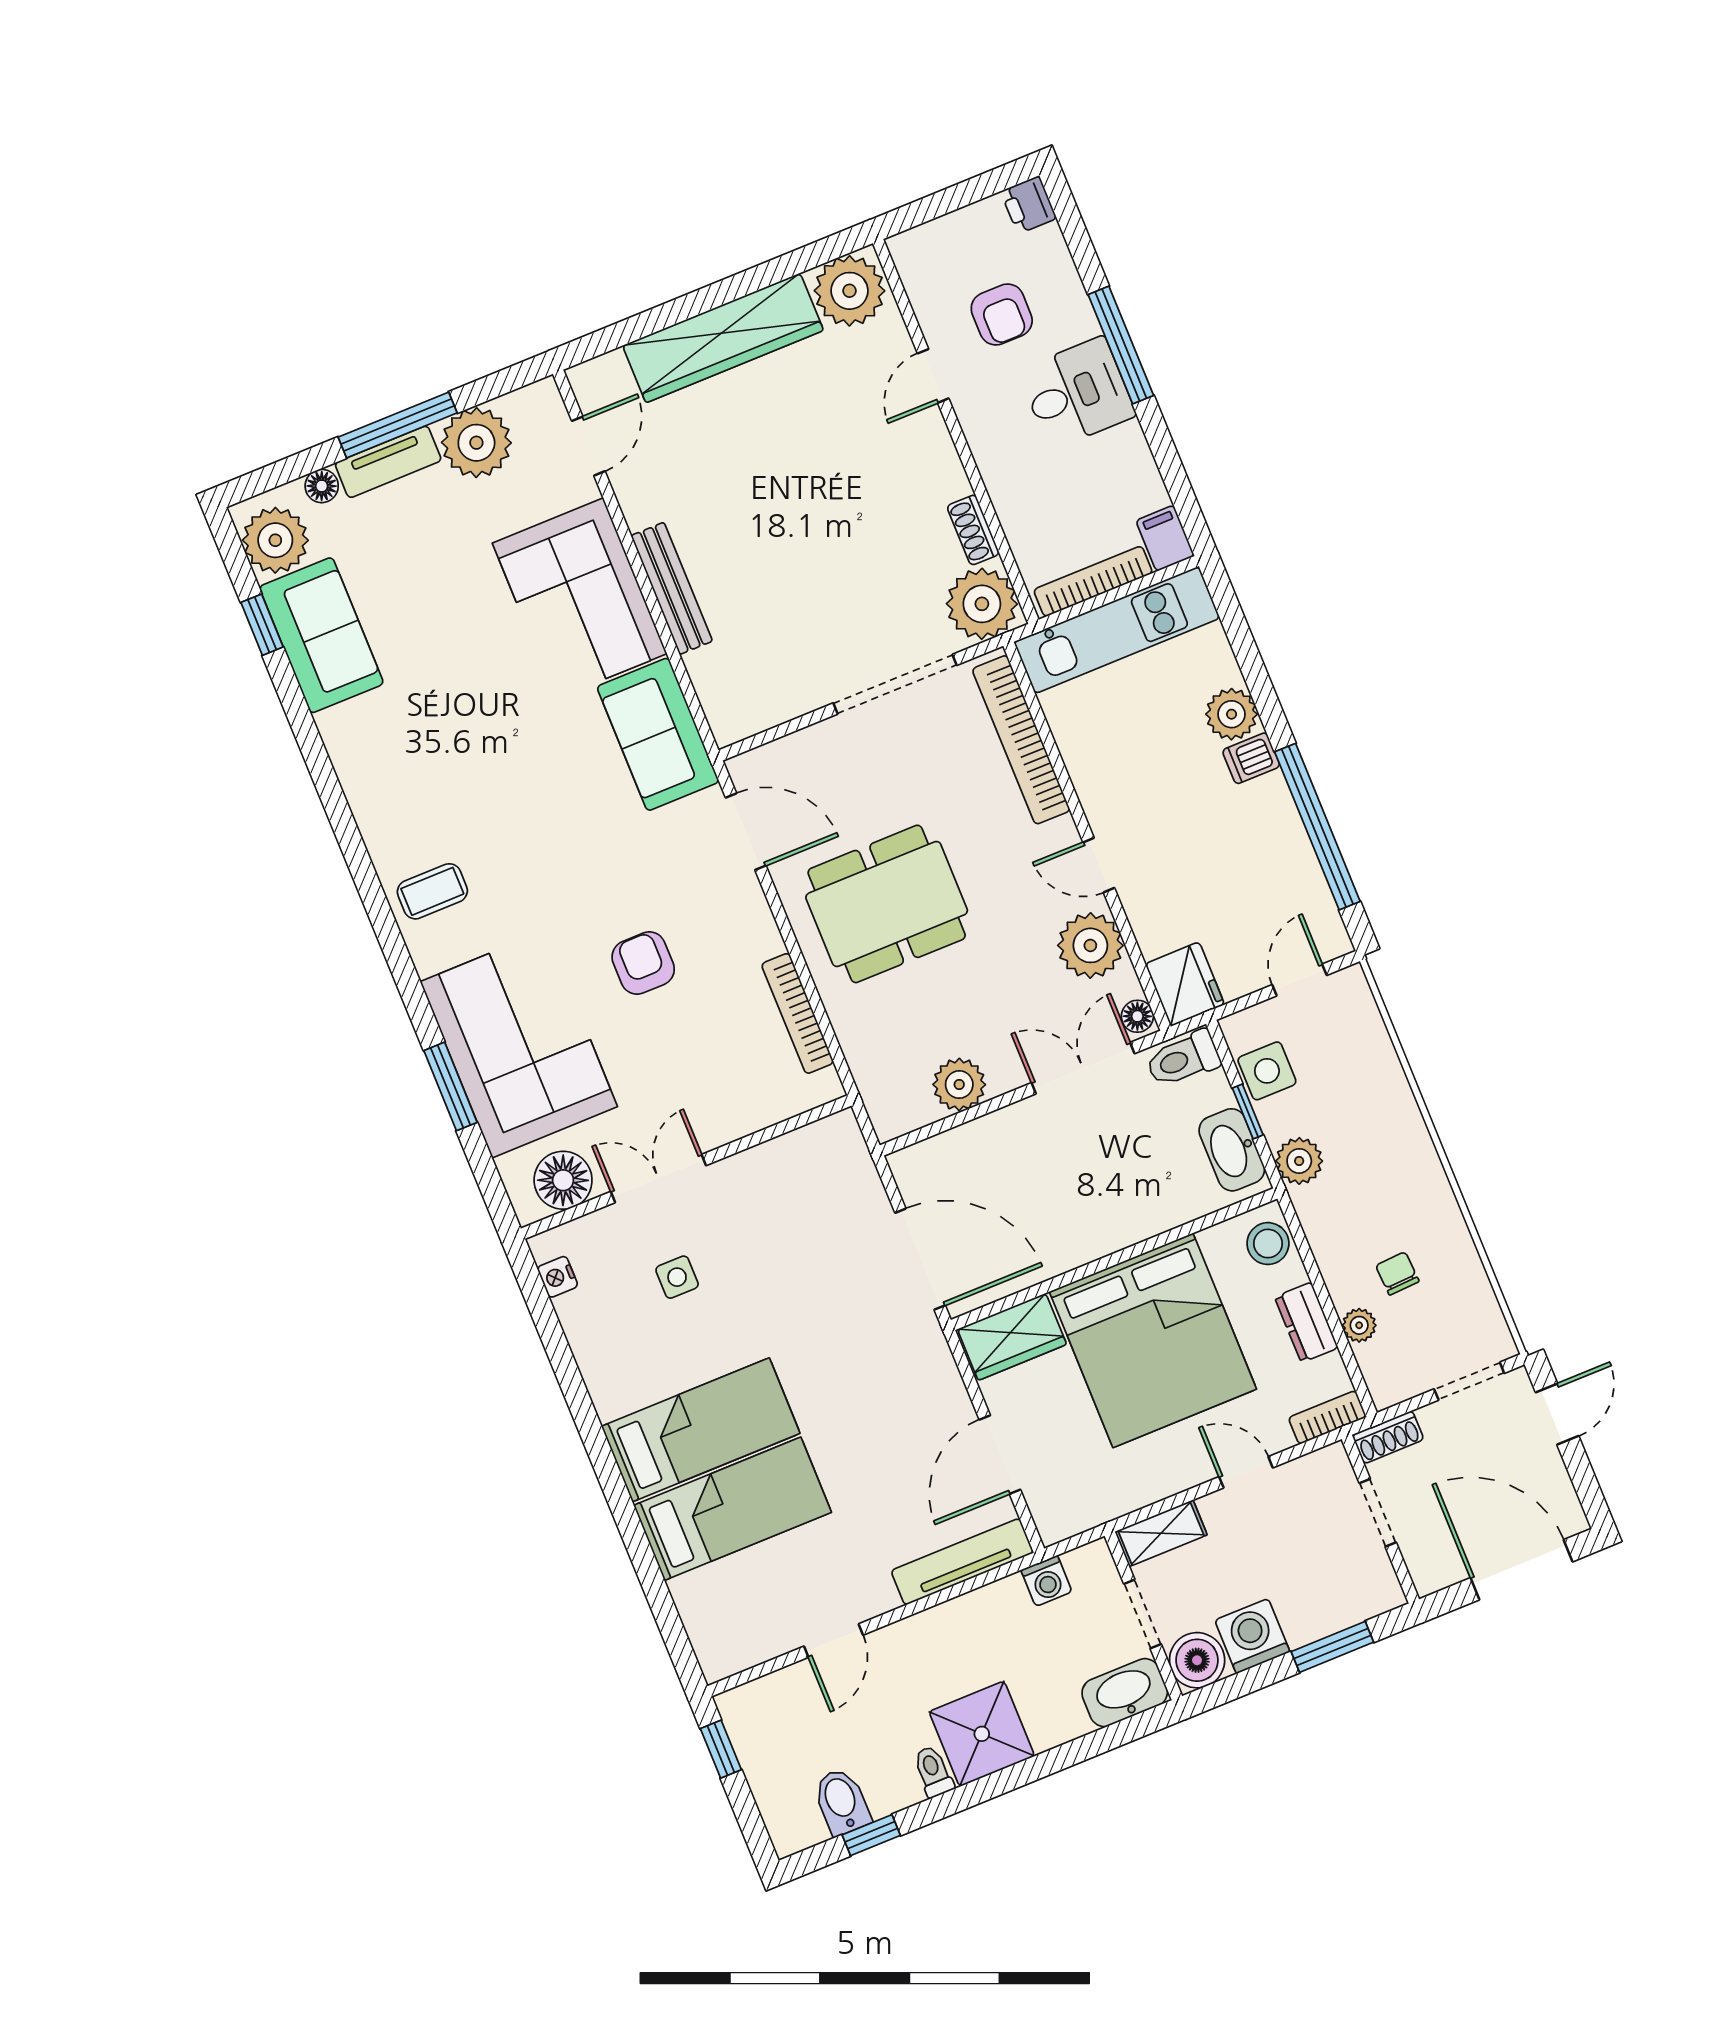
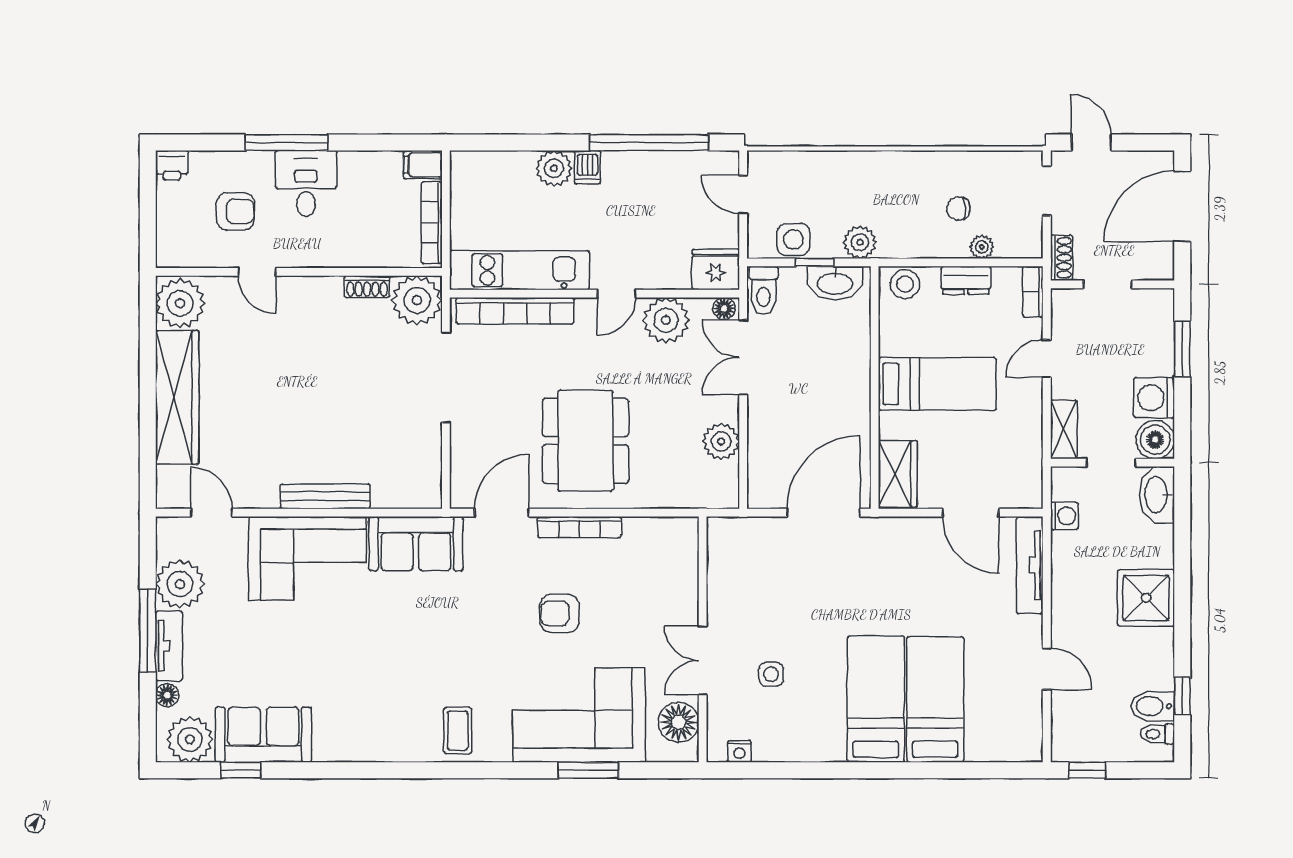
kitchen unit: (1117, 630) -> (519, 270), moved, turned -90
bookcase: (797, 1013) -> (579, 527), moved
bed: (1153, 1340) -> (937, 384), width x0.49
toilet: (933, 1772) -> (1158, 734), moved

